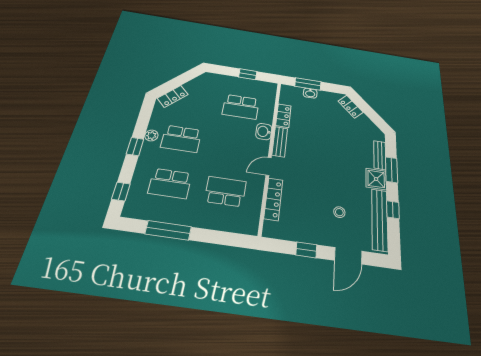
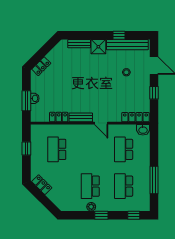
locker: (173, 96) -> (42, 185), moved
school desk: (241, 107) -> (57, 149), turned 180
washbasin: (264, 132) -> (143, 130), moved
school desk: (181, 139) -> (90, 186), turned 180
window: (392, 170) -> (89, 35), removed
school desk: (170, 183) -> (124, 186), turned 180
locker: (273, 199) -> (136, 117), moved

